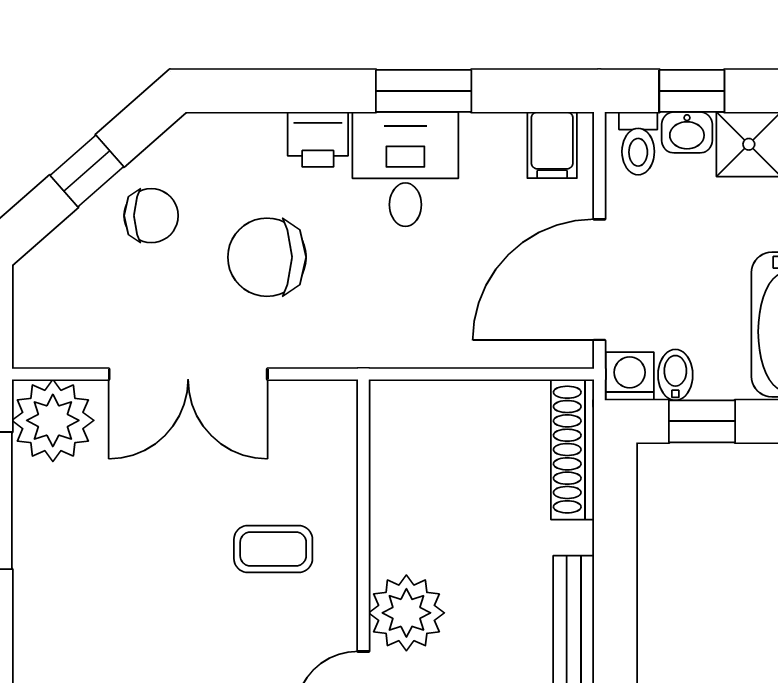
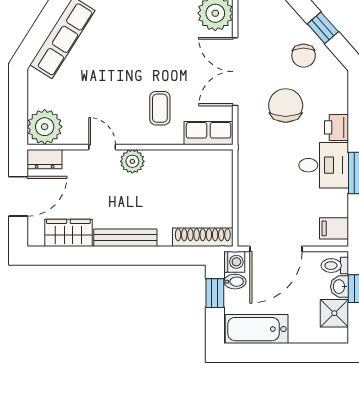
door: (599, 280) -> (276, 249), swing flipped
row of seats: (331, 436) -> (209, 133), added
plant: (406, 613) -> (132, 161), width x0.73, depth x0.73

